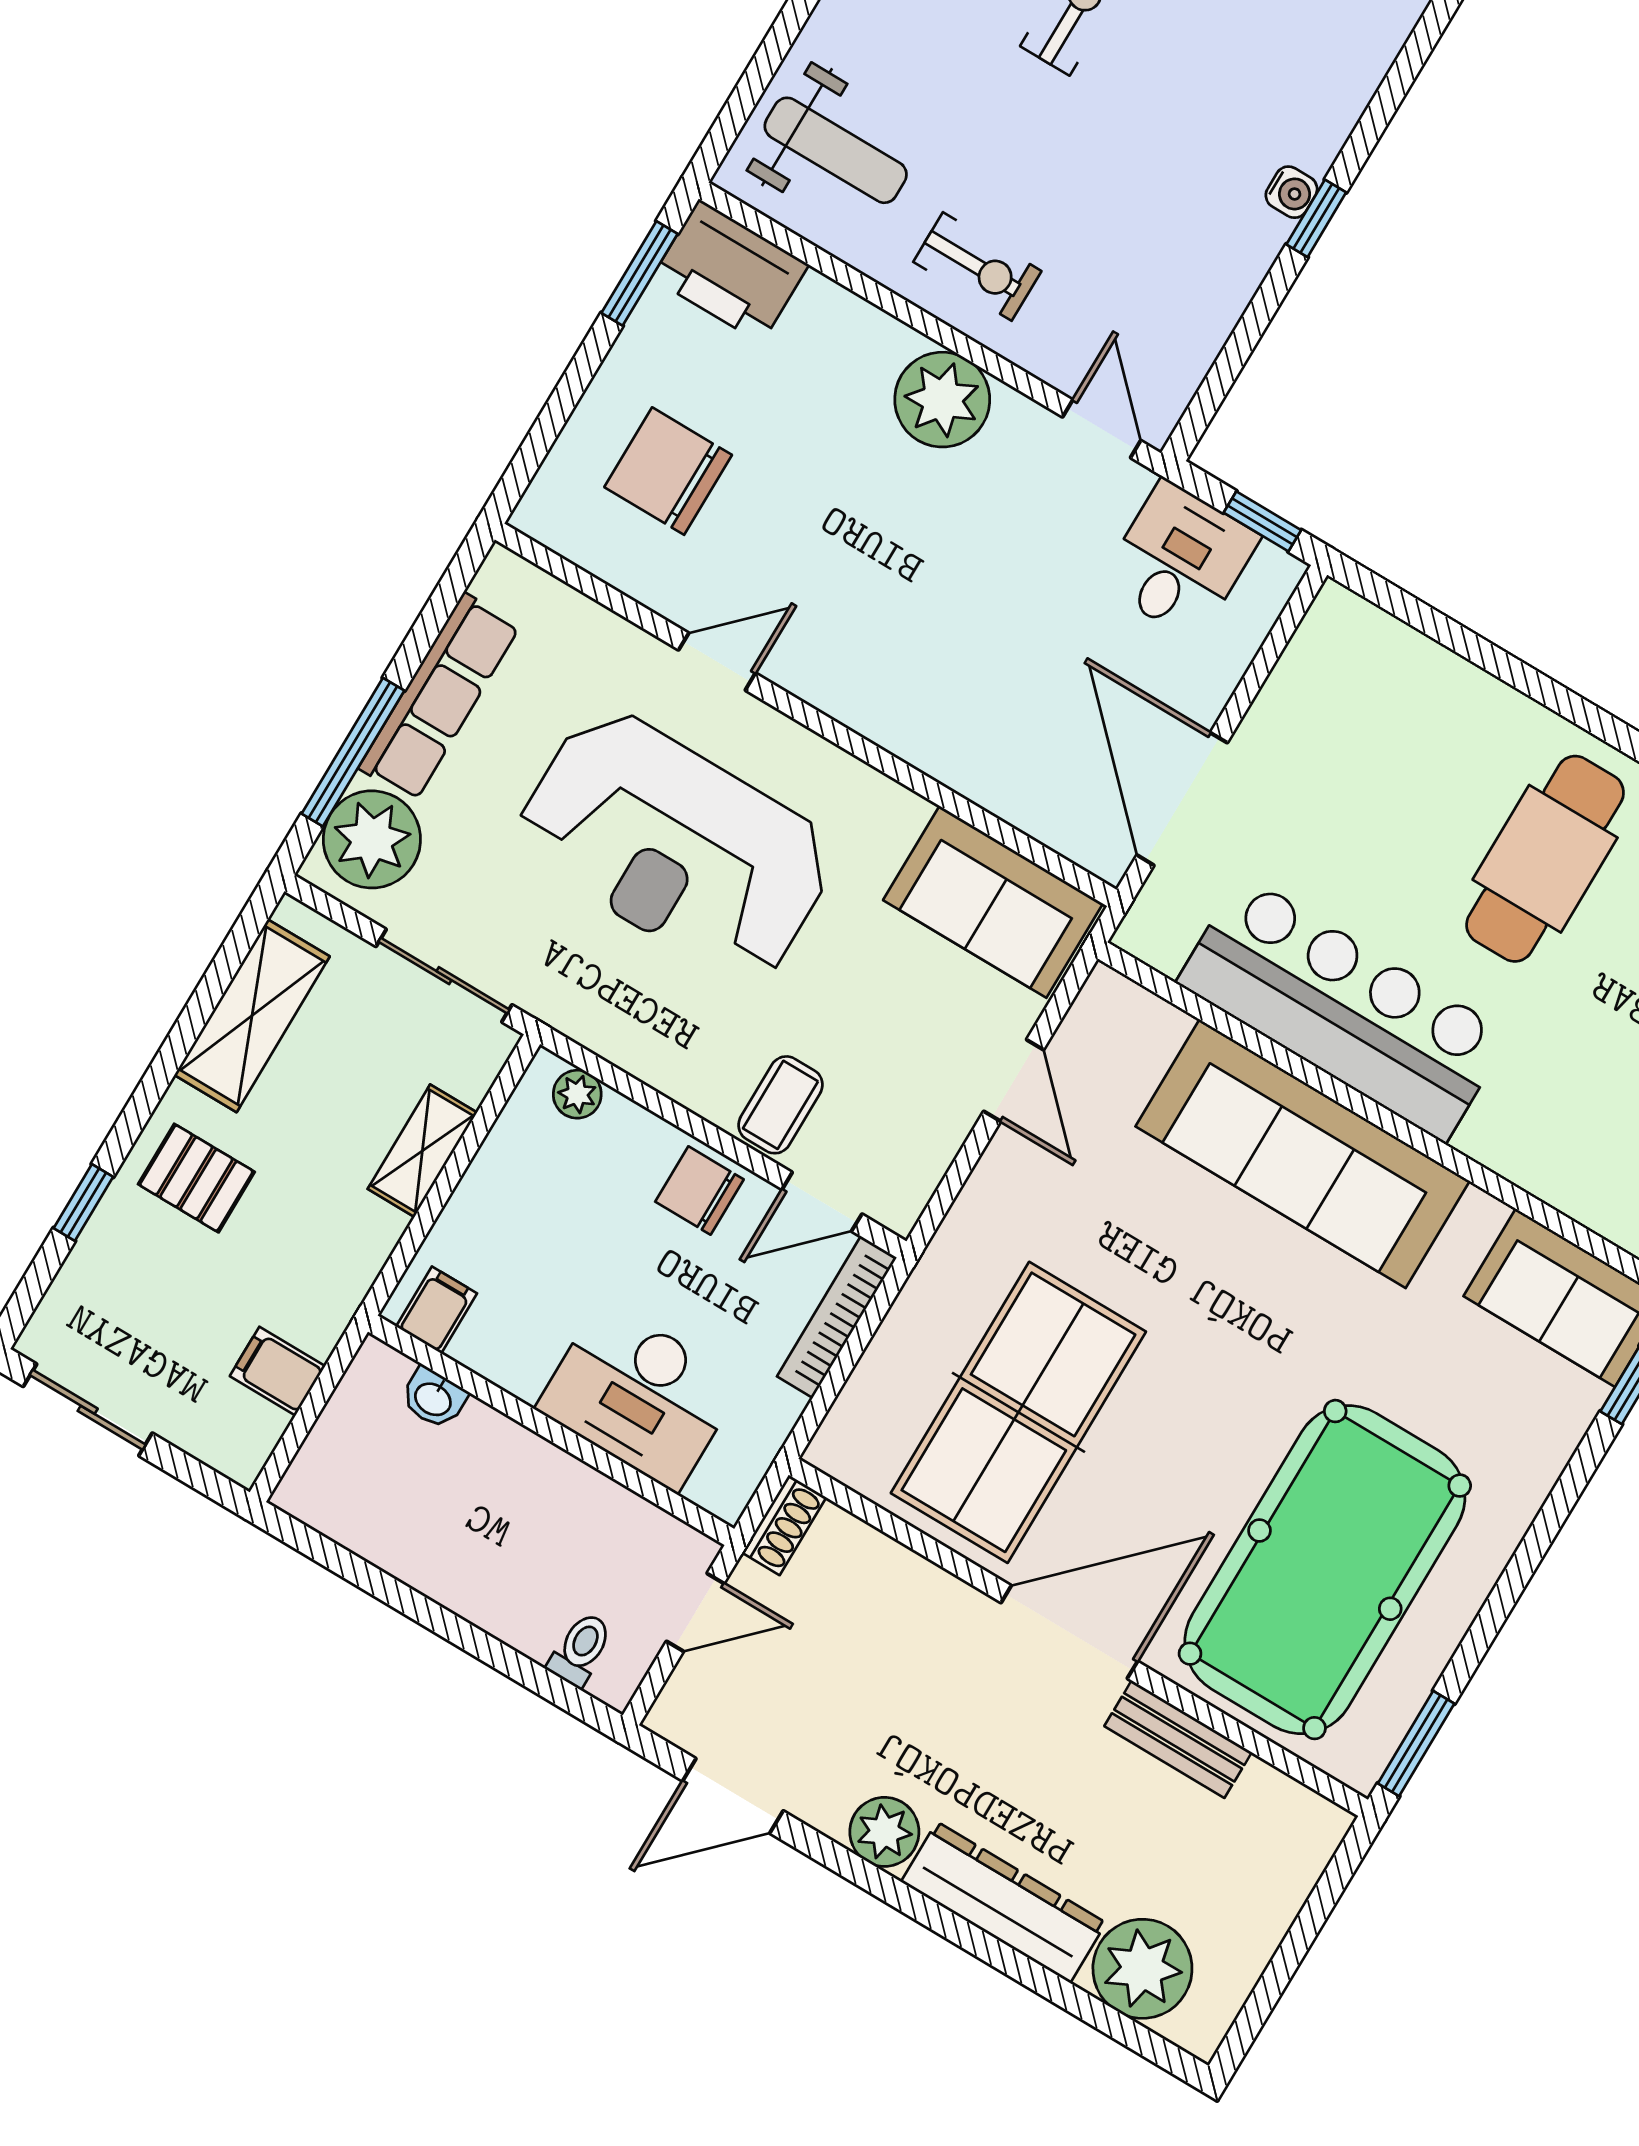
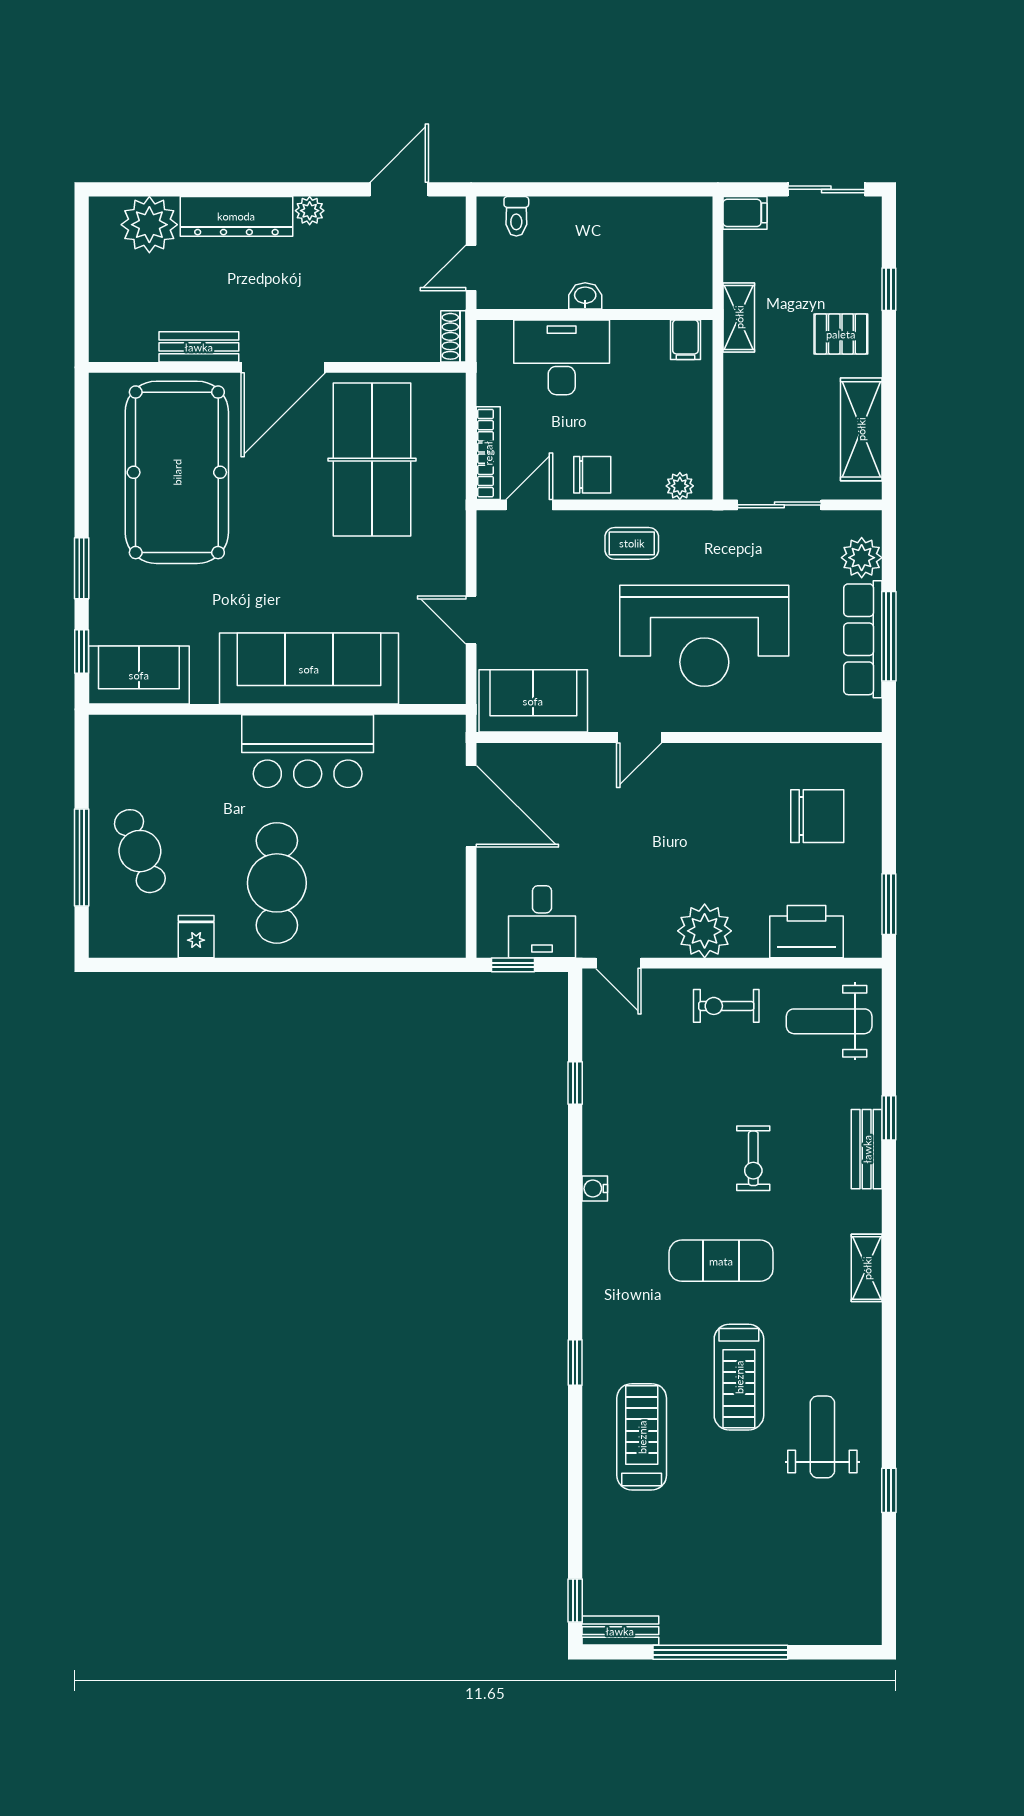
water cooler: (1291, 192) -> (595, 1189), moved
window: (1316, 218) -> (575, 1083), moved
printer: (730, 271) -> (807, 932), moved
door: (717, 662) -> (639, 738), moved
window: (353, 752) -> (889, 636), moved
plant: (372, 839) -> (862, 558), width x0.73, depth x0.73
reception desk: (676, 846) -> (704, 636), turned 180
bar counter: (1343, 1008) -> (308, 751), width x0.73
coffee table: (780, 1105) -> (632, 543), moved, turned 90
shelving: (422, 1151) -> (739, 317), moved
filing cabinet: (278, 1371) -> (745, 213), moved
washbasin: (434, 1398) -> (585, 296), moved
window: (1416, 1744) -> (82, 568), moved
plant: (884, 1832) -> (310, 211), width x0.73, depth x0.73

